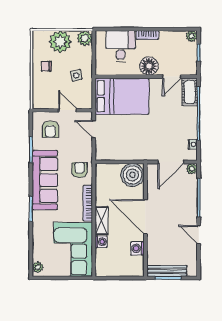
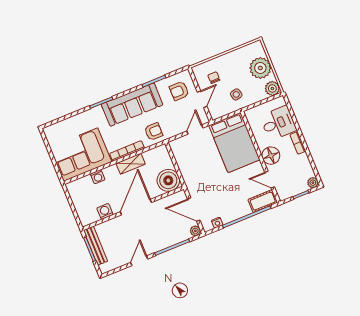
chair: (46, 66) -> (214, 78), moved
shelving: (101, 221) -> (131, 164), moved
plant: (38, 267) -> (52, 130), removed

